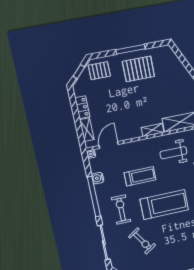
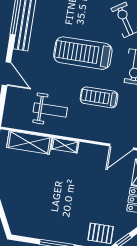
pallet: (138, 69) -> (56, 220), removed

